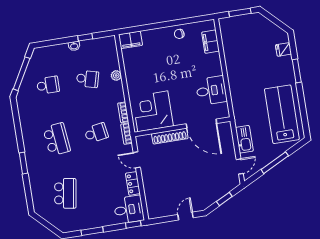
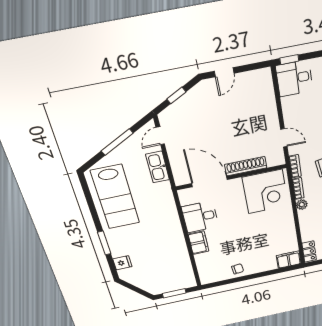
filing cabinet: (210, 42) -> (198, 243), moved
plant: (116, 75) -> (302, 205), moved
locker: (133, 183) -> (309, 252), moved

